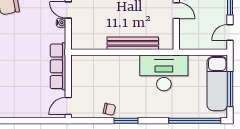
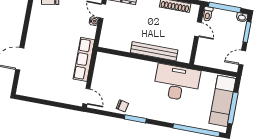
door: (68, 106) -> (86, 96), swing flipped

